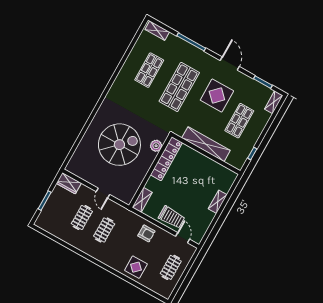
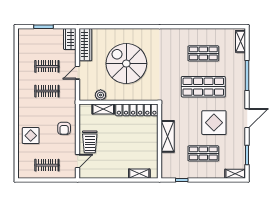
shelving: (206, 144) -> (168, 136), width x0.68
spiral stairs: (119, 145) -> (126, 64), turned 180
plant: (156, 146) -> (101, 95), moved
wardrobe: (82, 172) -> (85, 45), added
shelving: (142, 200) -> (103, 109), moved
shelving: (218, 202) -> (139, 174), moved

